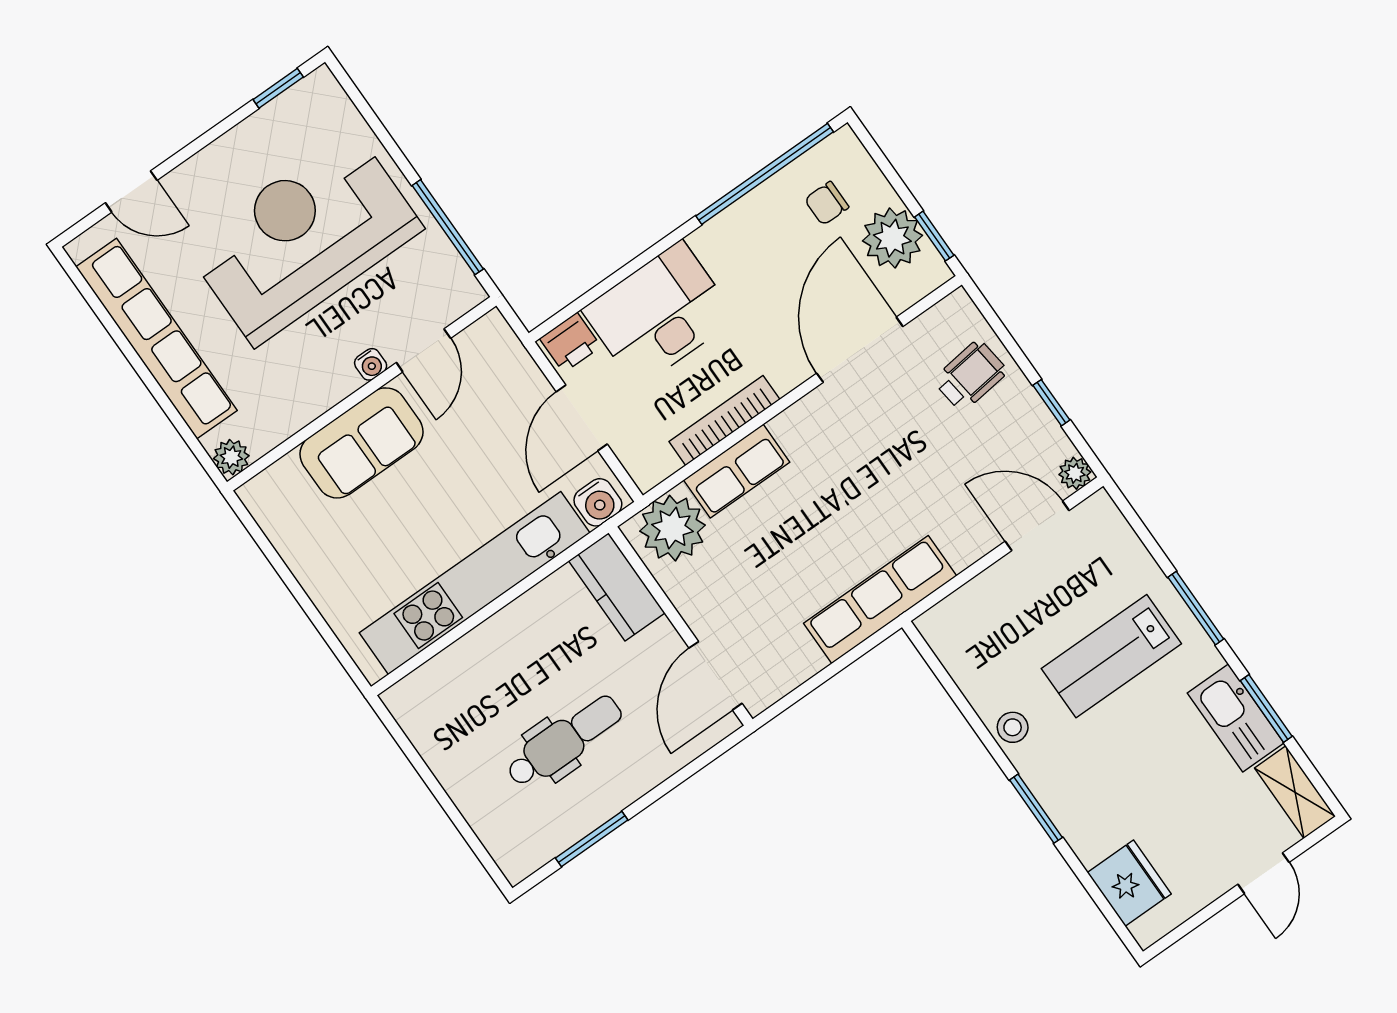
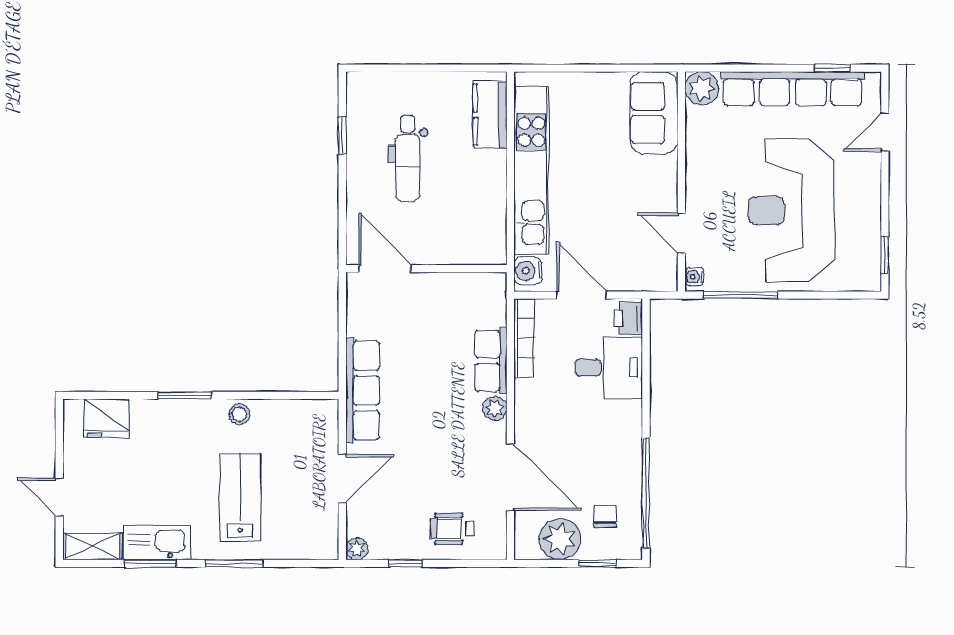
window: (934, 236) -> (598, 563), moved
reception desk: (304, 237) -> (791, 211), turned 180
window: (98, 308) -> (833, 68), added
desk: (659, 314) -> (609, 368), width x0.73
water cooler: (371, 364) -> (694, 277), moved
wheelchair: (970, 376) -> (452, 529), turned 97
bookcase: (724, 420) -> (524, 338), moved
sofa: (361, 443) -> (654, 113), moved
plant: (231, 457) -> (702, 88), width x1.38, depth x1.38
door: (1037, 526) -> (342, 478), moved
plant: (673, 528) -> (495, 408), moved, width x0.53, depth x0.53
kitchen counter: (617, 587) -> (490, 115), moved, turned -90
window: (592, 839) -> (342, 135), width x0.67

